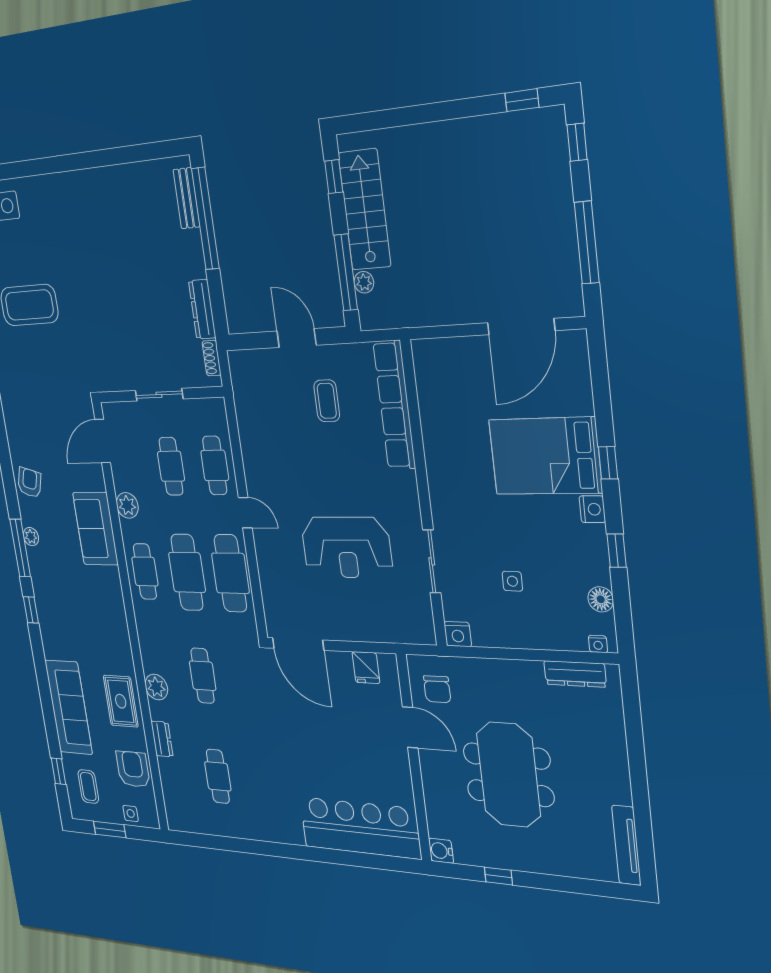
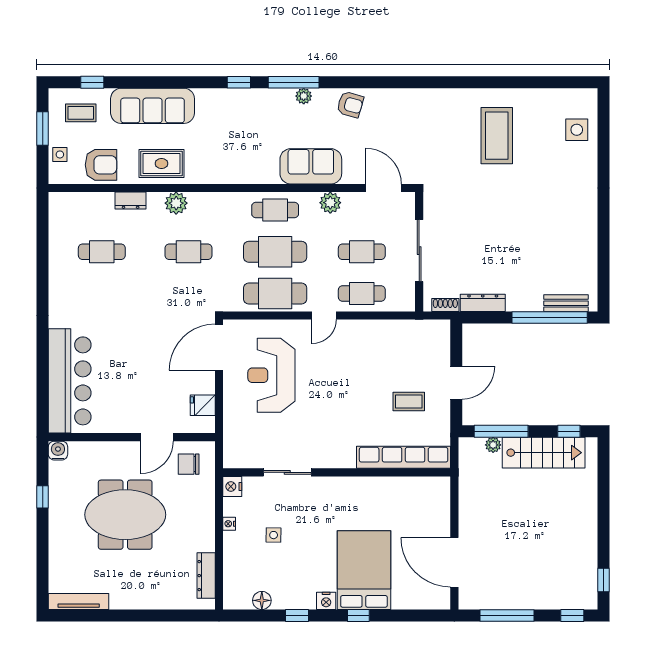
sliding door: (159, 395) -> (419, 251), width x1.37
reception desk: (347, 548) -> (271, 375), moved
nightstand: (598, 644) -> (229, 524), moved

